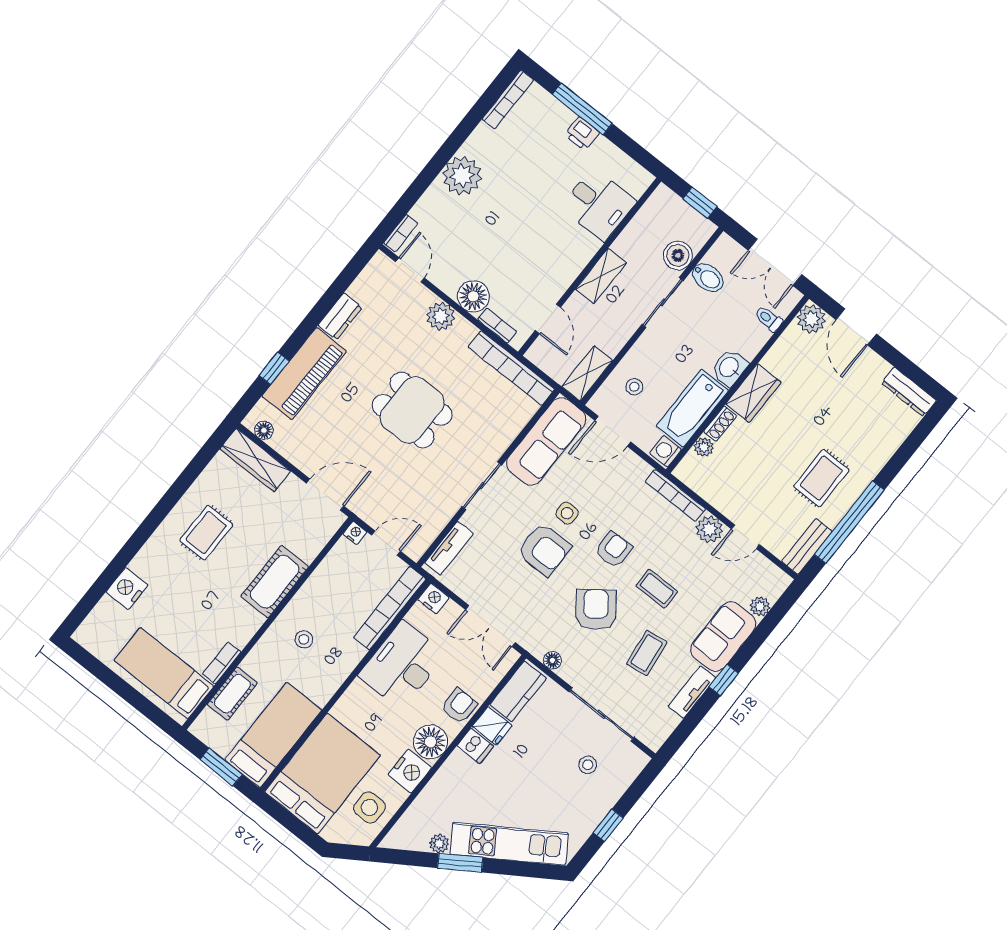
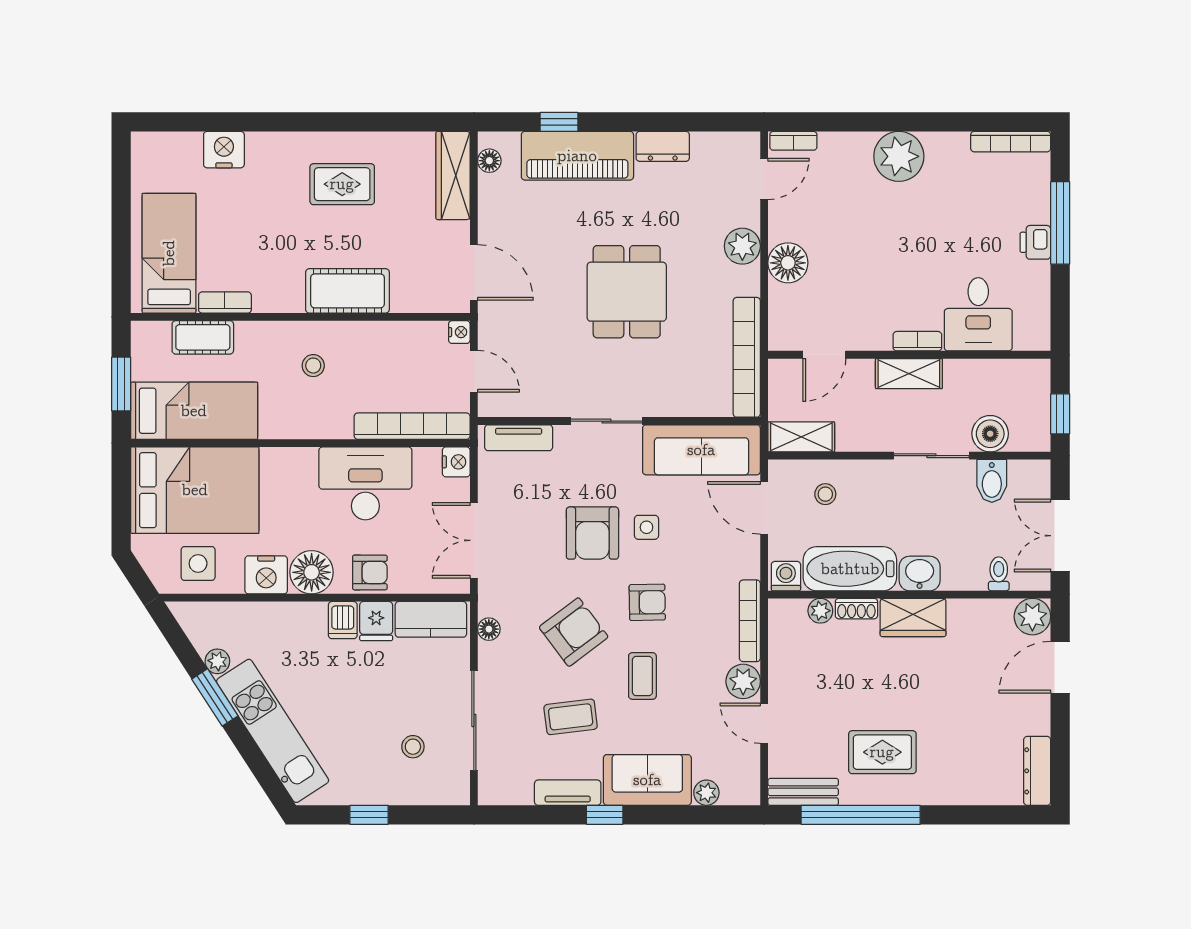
bookcase: (497, 326) -> (917, 341), moved, turned -90

